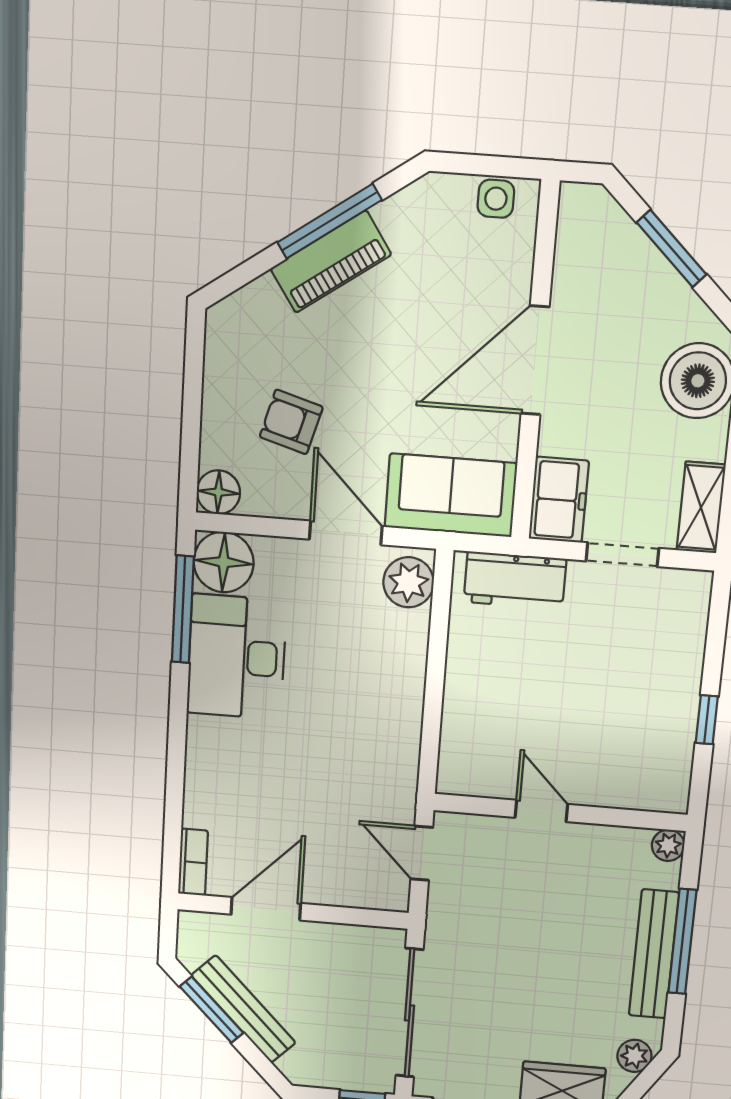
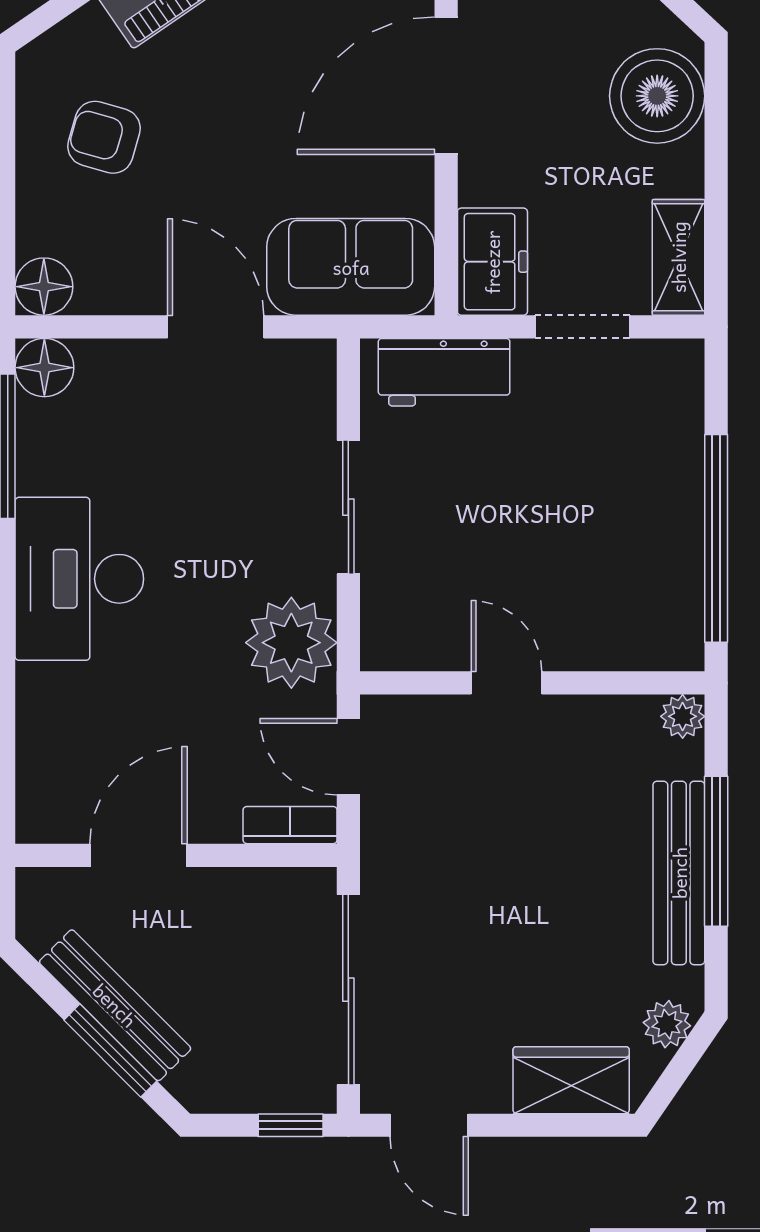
armchair: (291, 422) -> (104, 137), moved
floor lamp: (224, 562) -> (44, 368), width x0.73, depth x0.73
plant: (408, 582) -> (291, 643), moved, width x1.36, depth x1.36
desk: (237, 657) -> (79, 579), moved
sliding door: (435, 675) -> (348, 507), added
window: (707, 720) -> (716, 538), width x3.17
bookcase: (193, 862) -> (290, 825), moved, turned -90
window: (212, 1010) -> (110, 1050), moved

